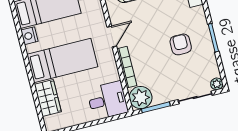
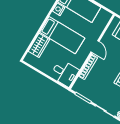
door: (112, 37) -> (95, 47), hinge flipped
plant: (141, 97) -> (81, 87), removed

